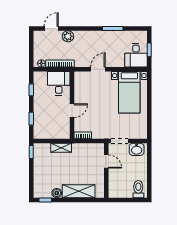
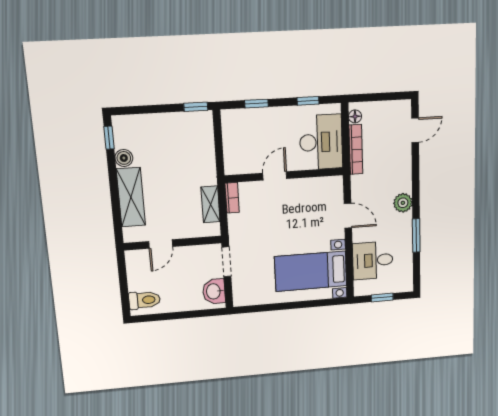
door: (51, 29) -> (415, 130), hinge flipped
plant: (68, 36) -> (403, 203), moved
desk: (136, 55) -> (373, 260), moved
desk: (59, 83) -> (321, 142), width x1.37
door: (72, 111) -> (275, 176), swing flipped
shelving: (61, 148) -> (211, 204), moved
door: (106, 161) -> (161, 244), moved

